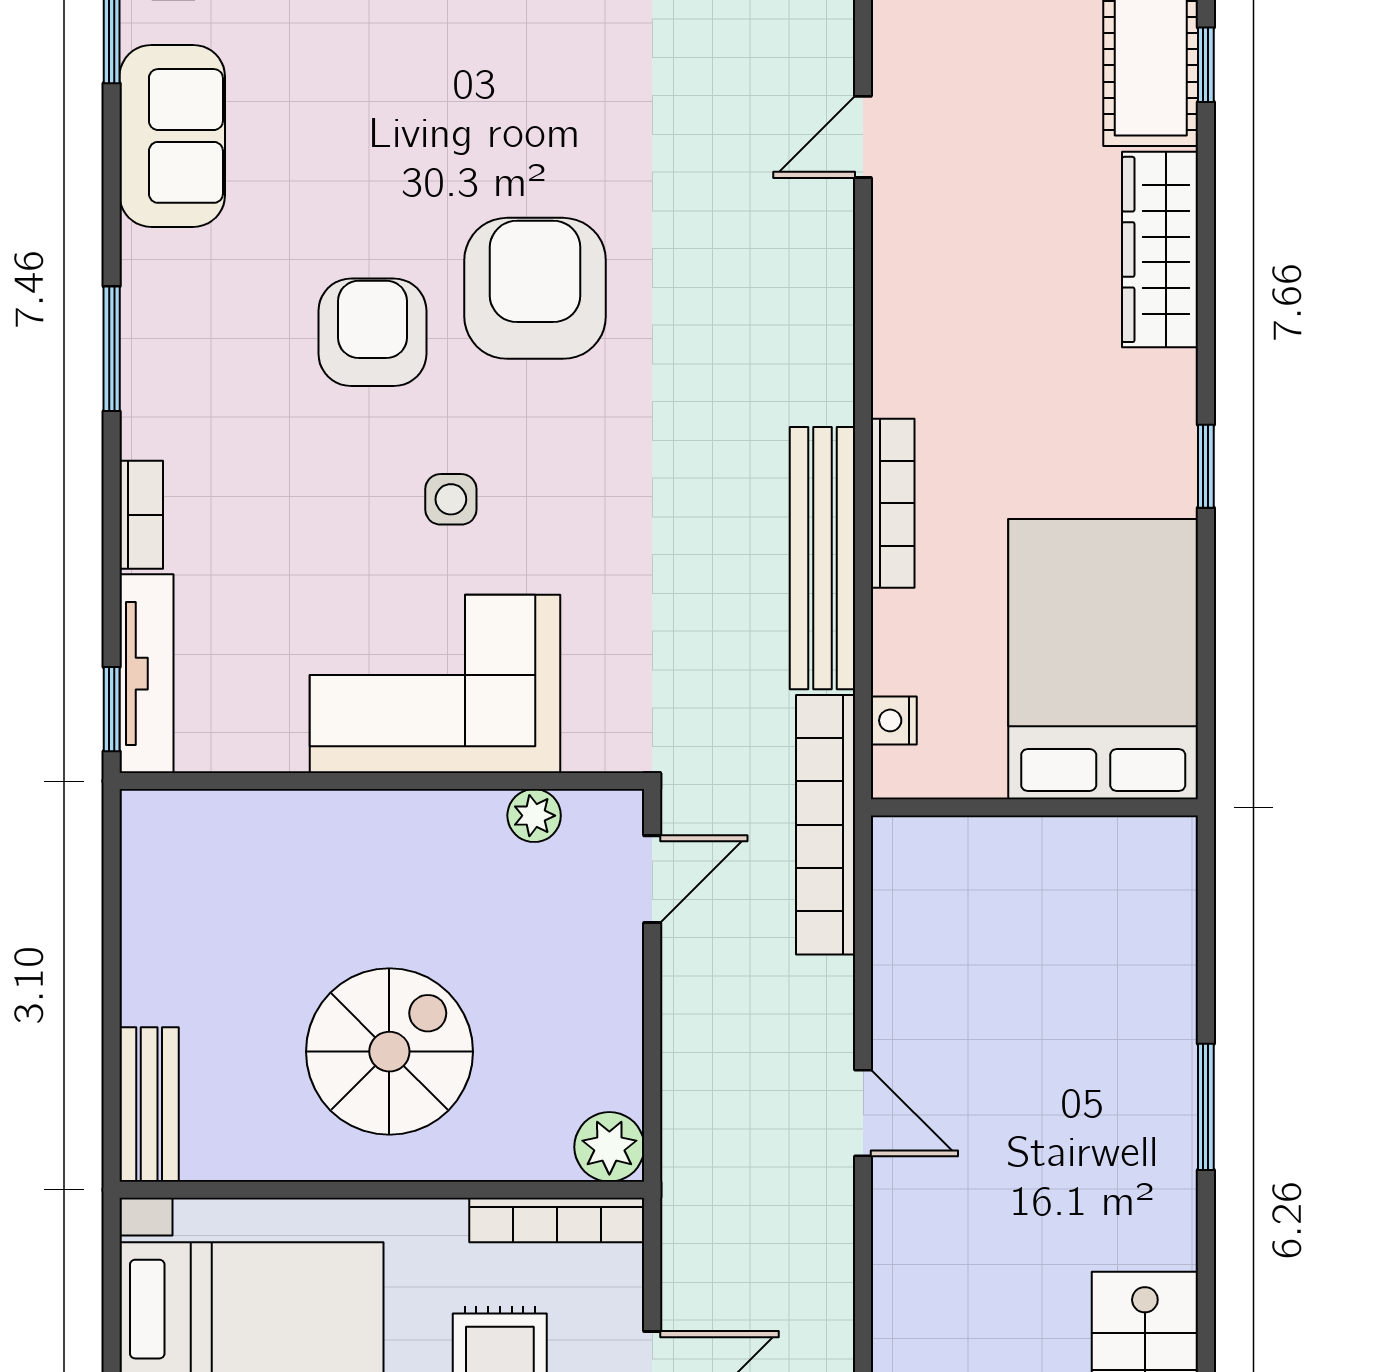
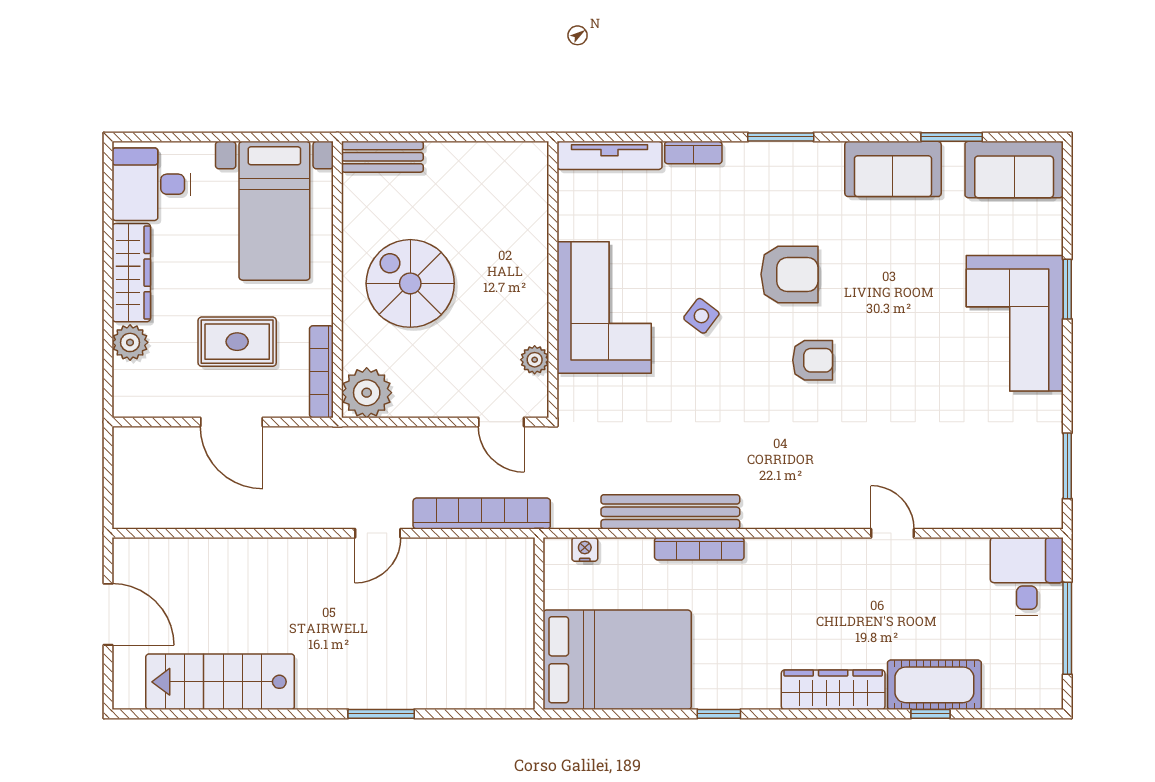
armchair: (535, 288) -> (813, 360), width x0.53, depth x0.53
side table: (451, 499) -> (701, 316), turned 37
window: (112, 709) -> (591, 137), removed
bookcase: (826, 825) -> (482, 513), moved
spiral stairs: (389, 1052) -> (410, 283), turned 180
plant: (609, 1147) -> (367, 393), width x1.36, depth x1.36

